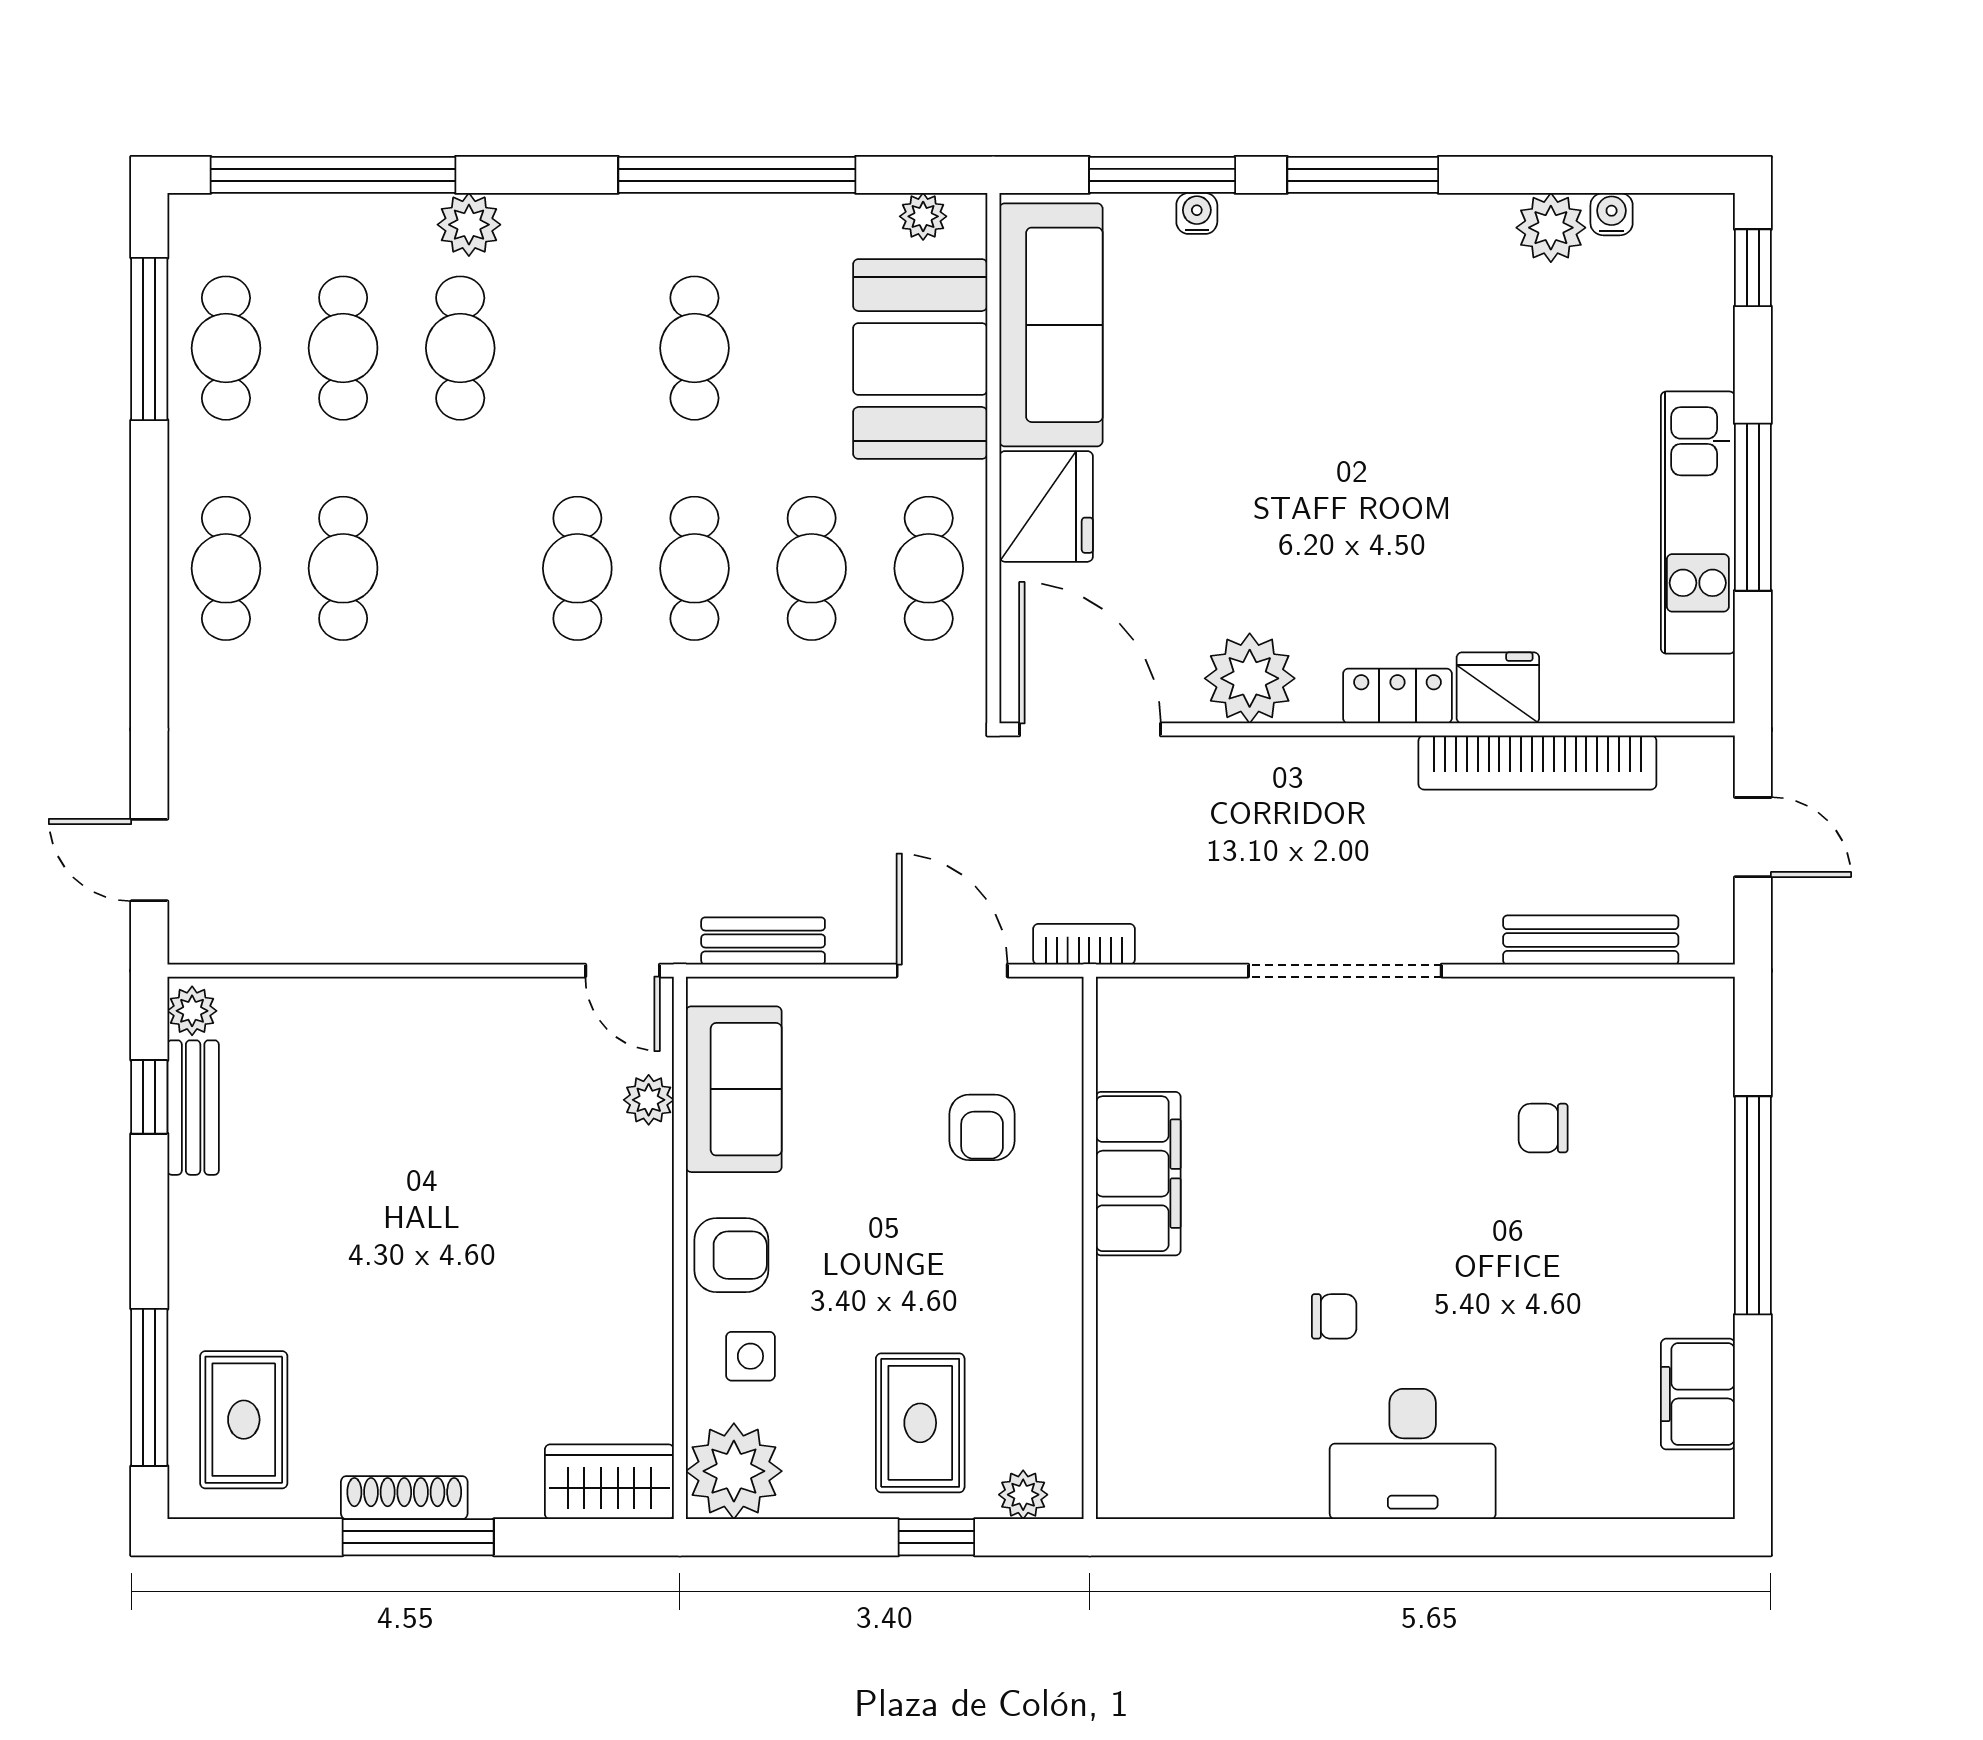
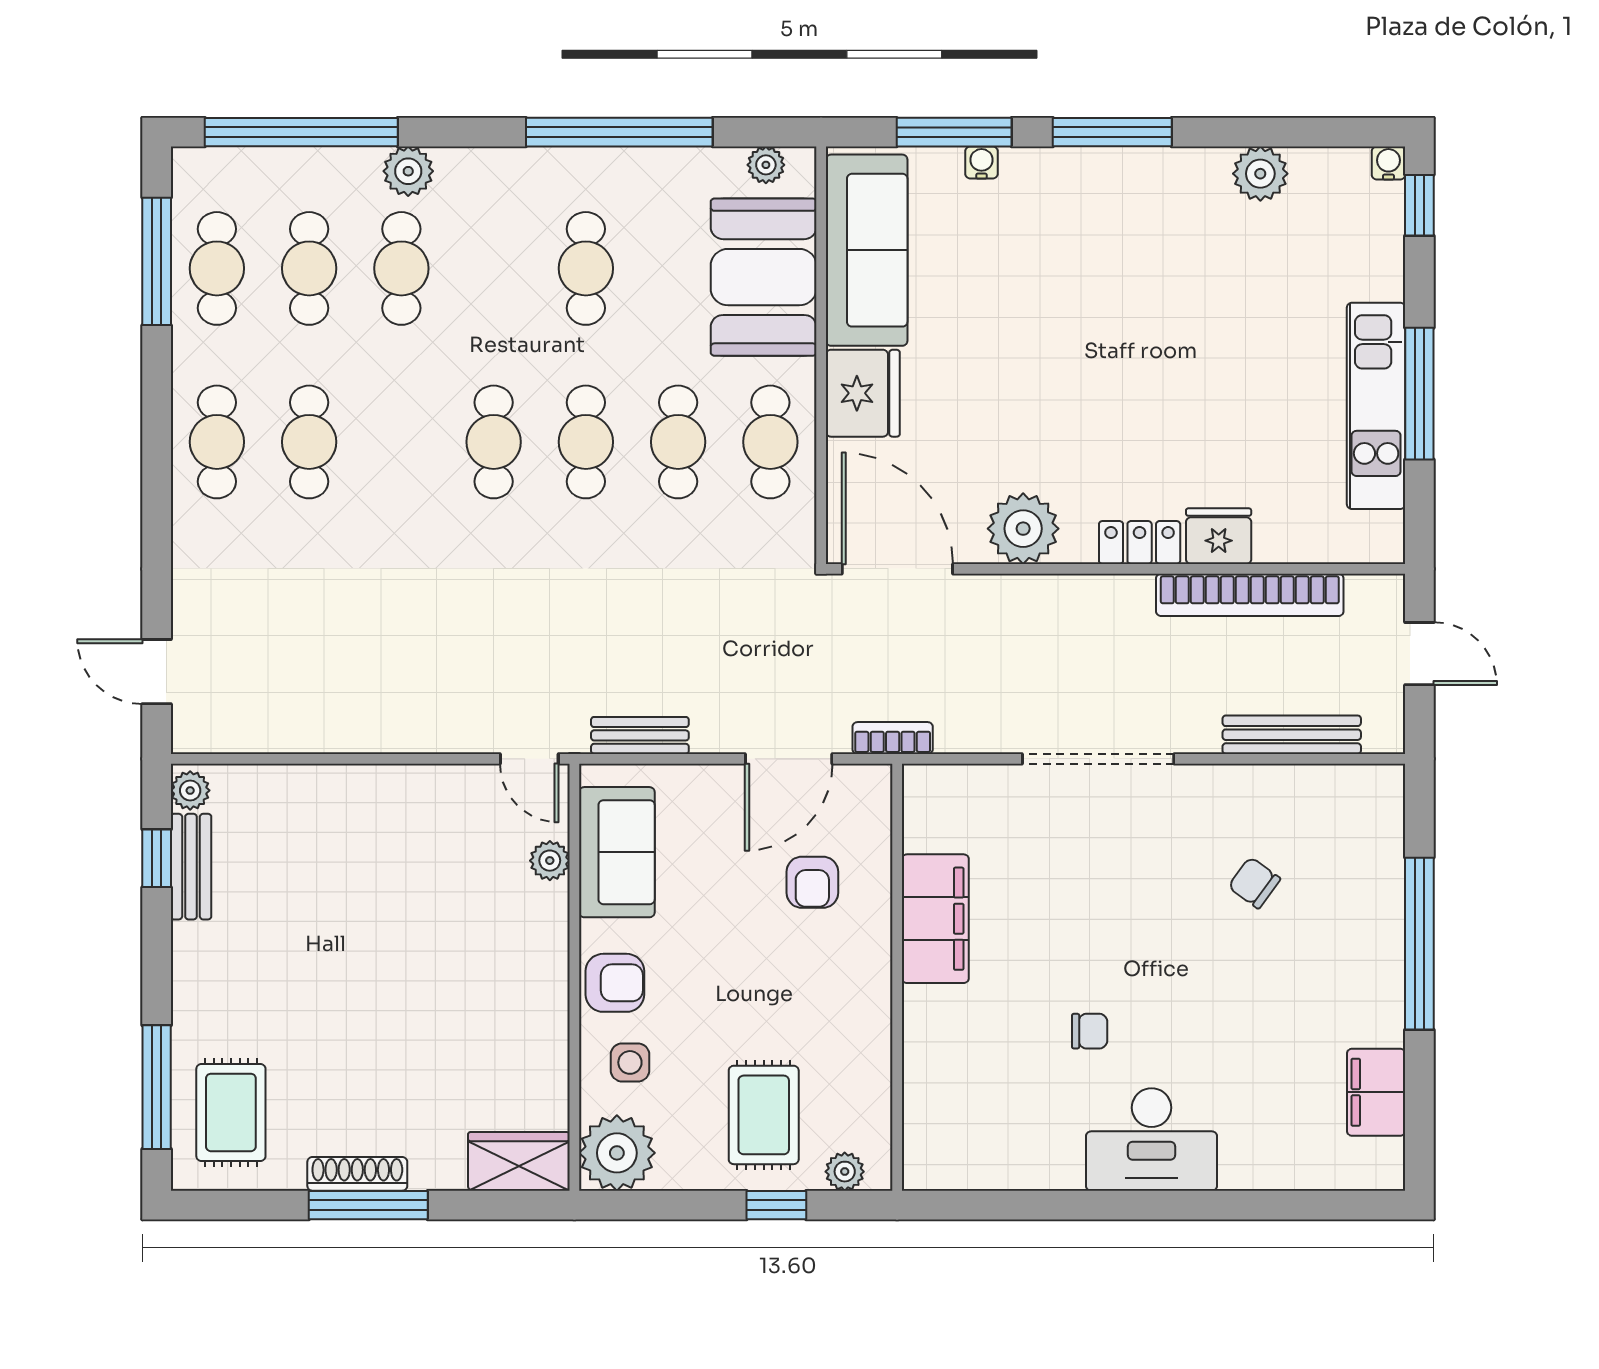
water cooler: (1612, 214) -> (1388, 163), moved
door: (952, 971) -> (789, 759), swing flipped
chair: (1543, 1128) -> (1254, 883), turned 36

